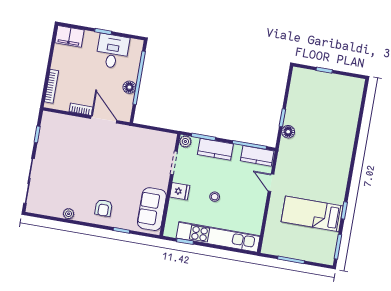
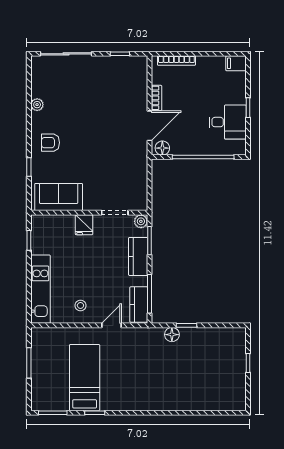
filing cabinet: (69, 36) -> (236, 63), width x0.50
floor lamp: (129, 87) -> (162, 148), moved
stool: (215, 197) -> (80, 305), moved
kitchen unit: (218, 237) -> (40, 289), width x0.73

